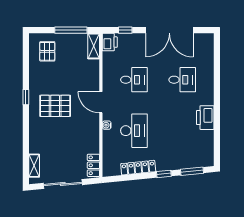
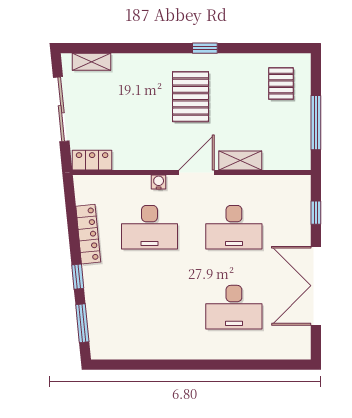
printer: (110, 42) -> (296, 187), removed
shelving: (94, 46) -> (240, 160), moved
pallet: (47, 51) -> (281, 84), turned 90
desk: (134, 80) -> (234, 227), width x1.37
desk: (182, 80) -> (234, 307), width x1.37
printer: (205, 118) -> (171, 345), removed

